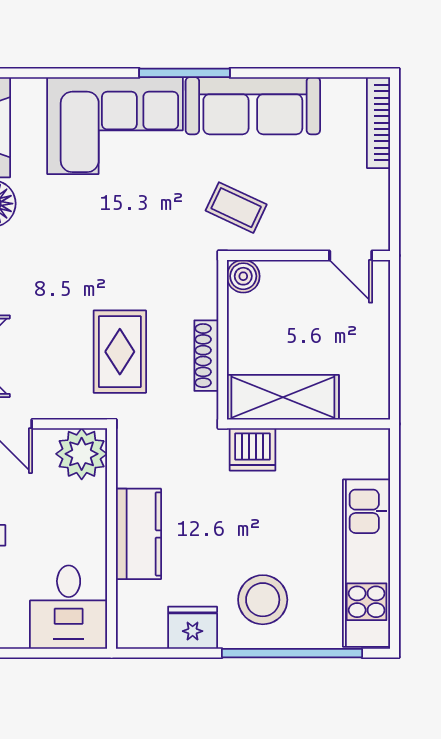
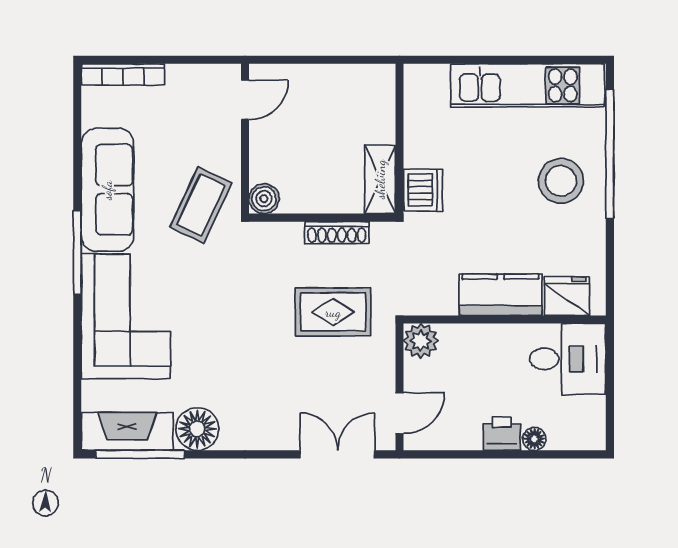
coffee table: (236, 208) -> (201, 205), width x1.36, depth x1.30
shelving: (283, 397) -> (380, 179), width x0.67, depth x0.75
plant: (82, 454) -> (421, 341), width x0.73, depth x0.73
fridge: (193, 628) -> (567, 296), moved, turned 90

